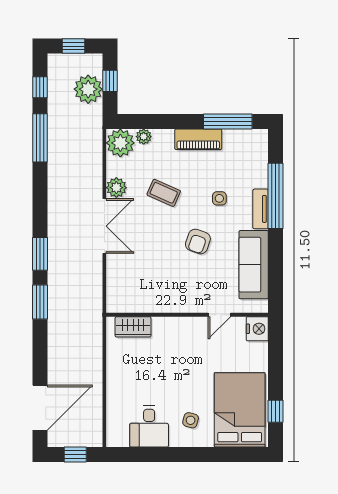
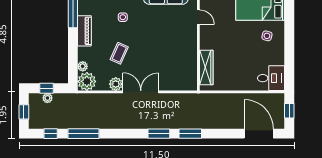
plant: (88, 89) -> (47, 98), width x0.53, depth x0.53
armchair: (198, 241) -> (151, 31), removed
wardrobe: (133, 327) -> (206, 67), width x1.50
desk: (149, 427) -> (271, 78), moved

